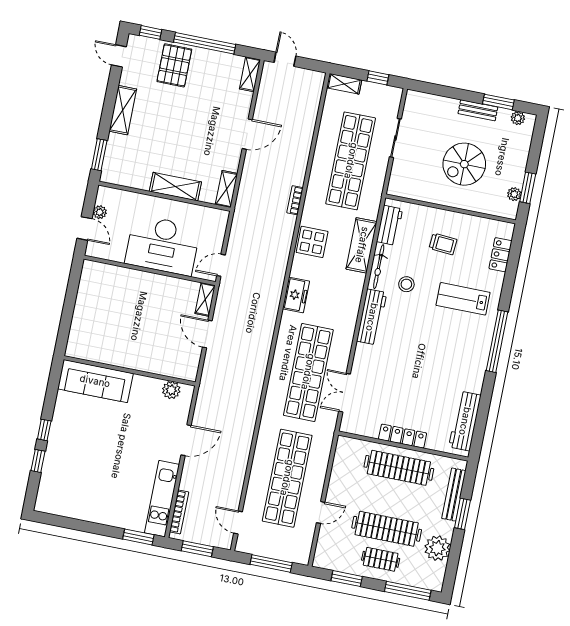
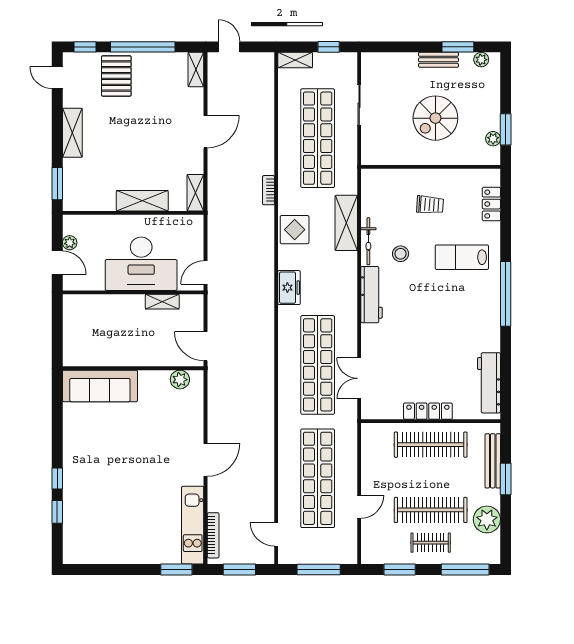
workbench: (390, 225) -> (371, 197), removed
shelving: (205, 299) -> (162, 302), moved, turned 90
wall: (130, 371) -> (133, 368), moved
sofa: (95, 381) -> (100, 386), moved
plant: (171, 390) -> (180, 380), moved

